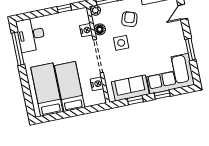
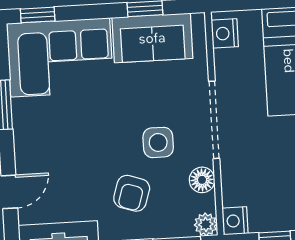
nightstand: (86, 30) -> (235, 221), moved
nightstand: (97, 84) -> (225, 33), moved
window: (162, 95) -> (38, 15), moved

